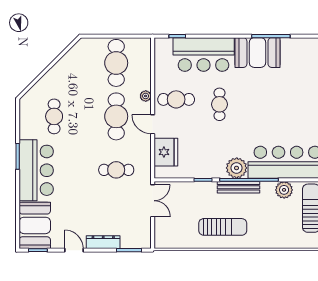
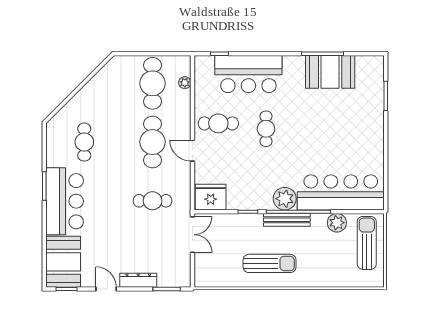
booth: (257, 53) -> (330, 72), moved
plant: (146, 96) -> (185, 83), moved
fridge: (166, 152) -> (211, 197), moved, turned -90

